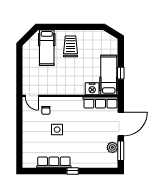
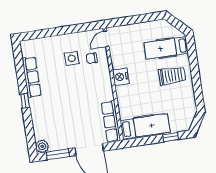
window: (121, 73) -> (171, 137), moved
nightstand: (92, 89) -> (121, 77), moved
side table: (57, 130) -> (72, 58), moved
plant: (112, 147) -> (42, 146), moved

